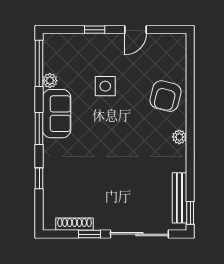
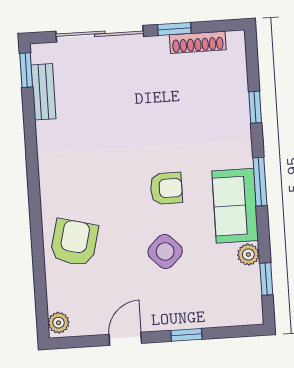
window: (39, 63) -> (266, 279), width x0.46
side table: (105, 86) -> (165, 251), turned 45
armchair: (102, 128) -> (166, 188), added
plant: (179, 137) -> (59, 323), moved
bench: (179, 198) -> (43, 92), width x0.73

